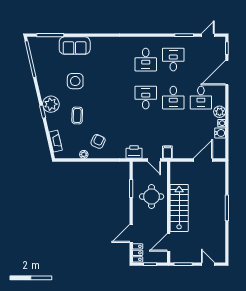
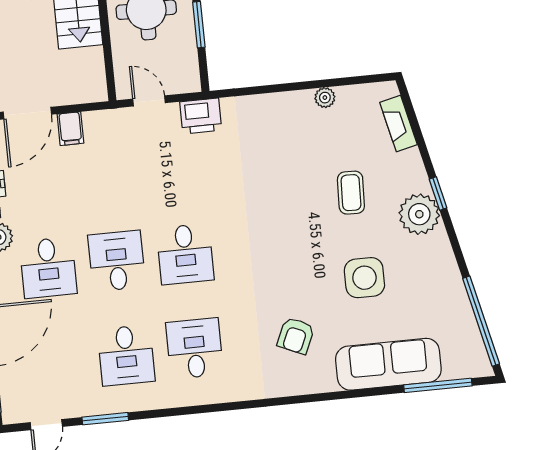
sofa: (75, 46) -> (388, 364), width x1.36
desk: (201, 98) -> (48, 268), turned 180
armchair: (98, 141) -> (296, 336), moved
filing cabinet: (167, 152) -> (70, 129), moved

